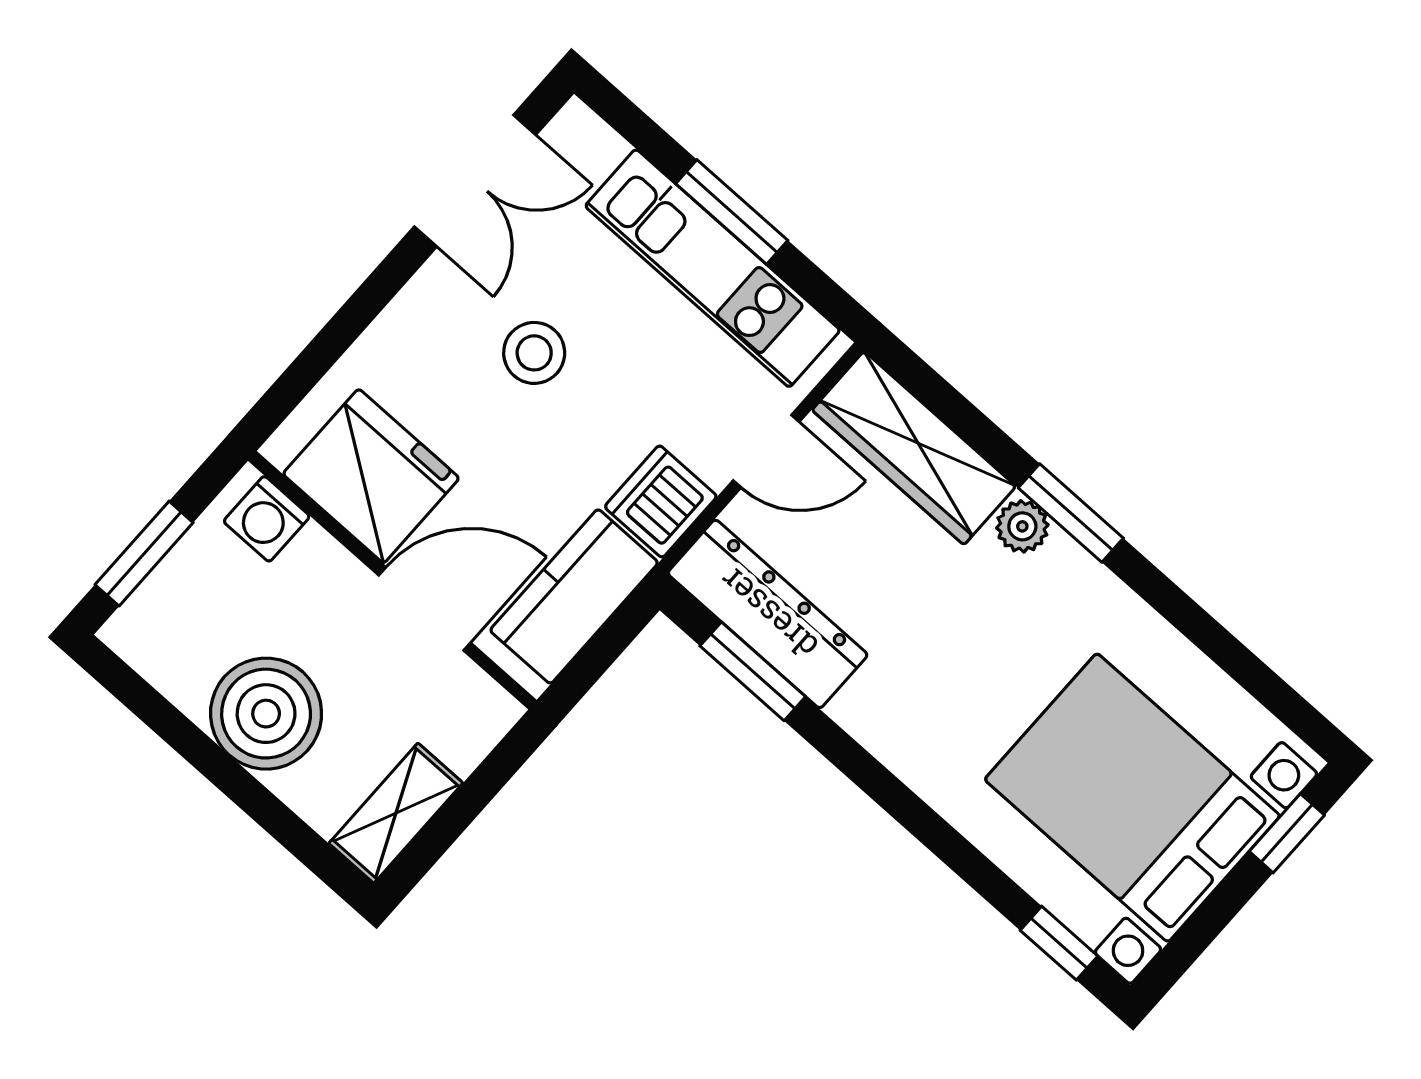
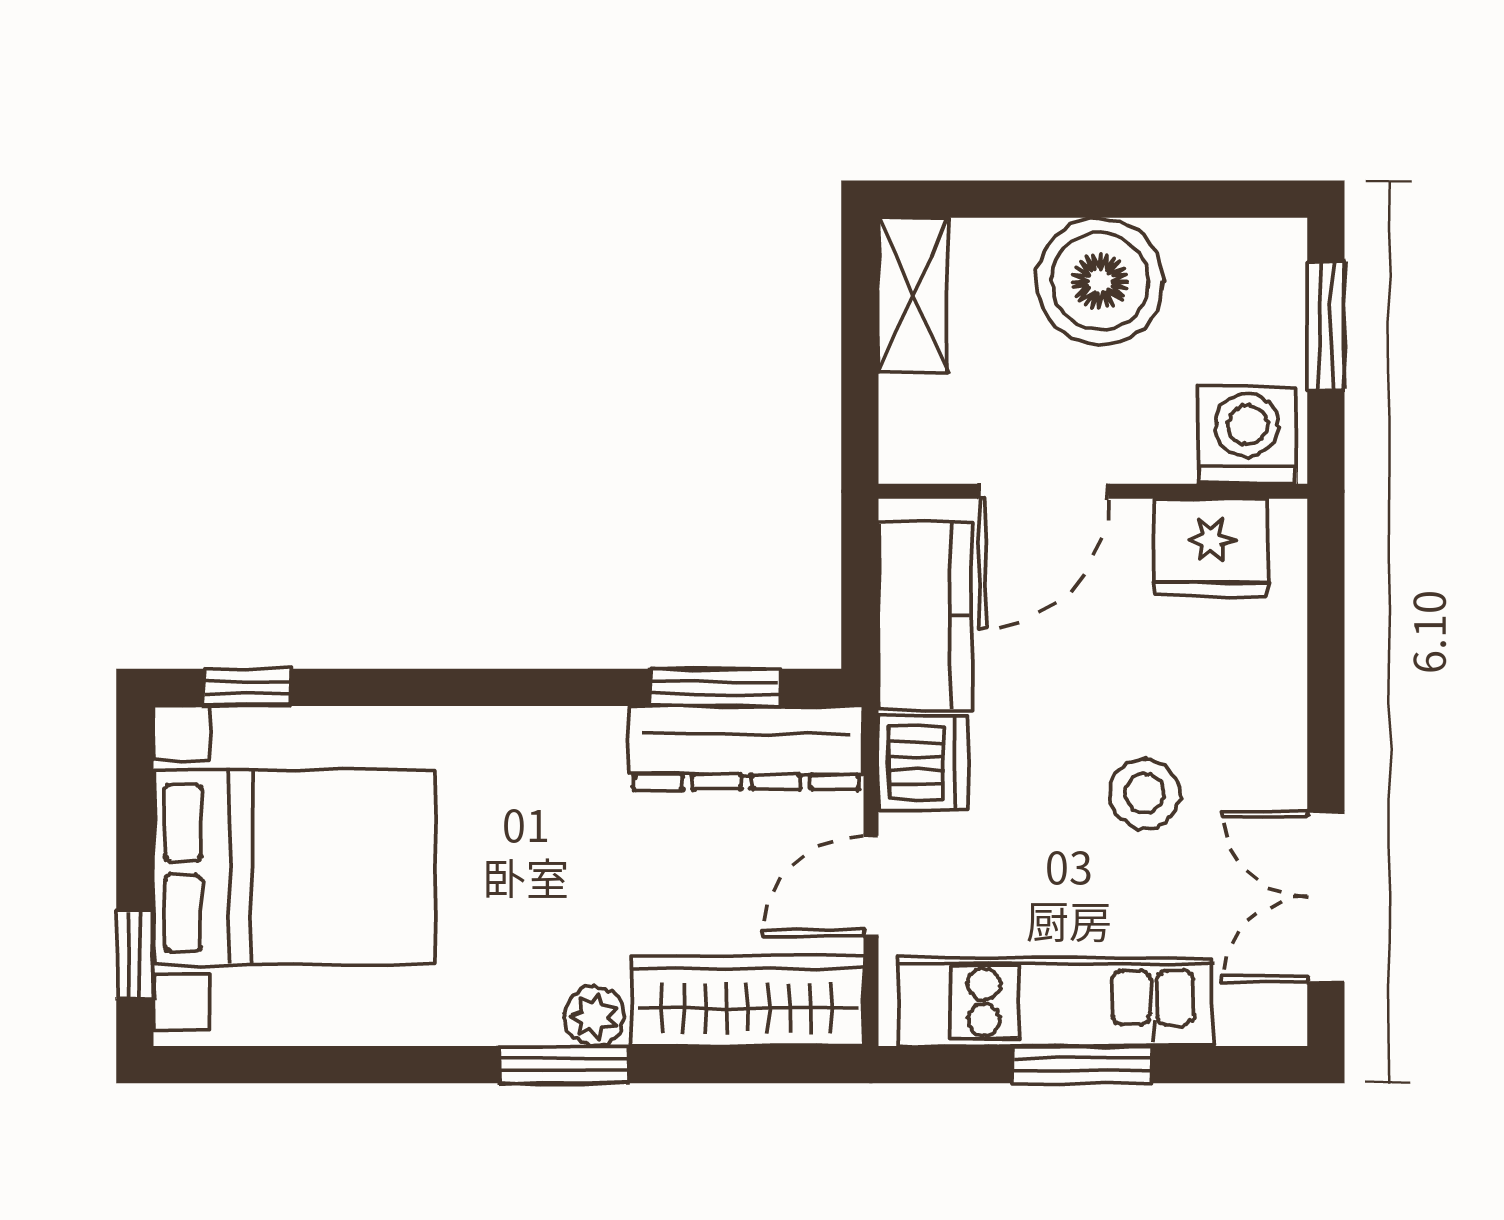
fridge: (371, 476) -> (1211, 548), width x0.73, depth x0.75
washing machine: (267, 519) -> (1247, 435), width x1.38, depth x1.38

